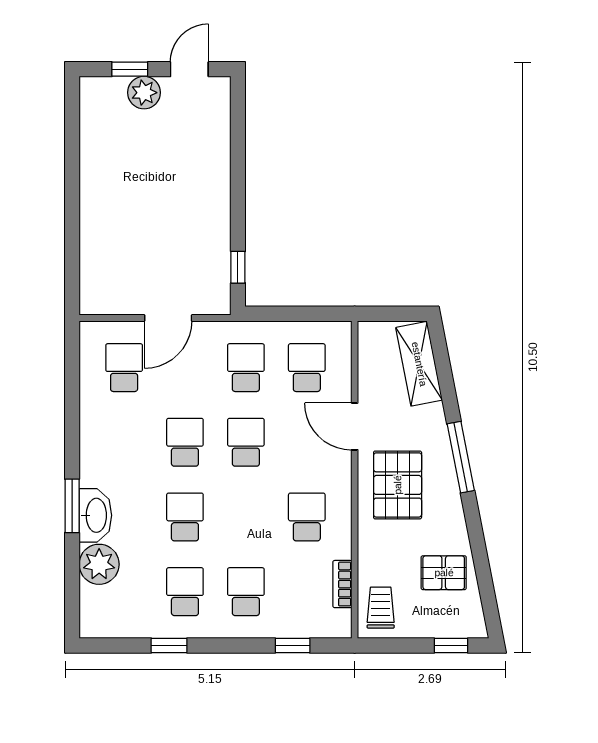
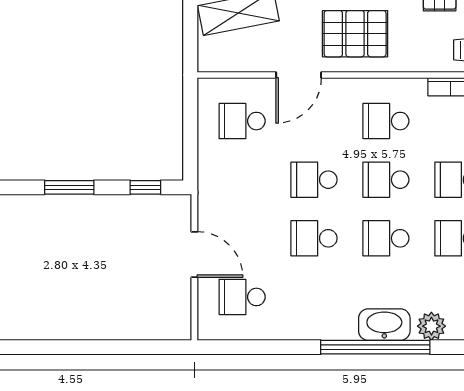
window: (238, 188) -> (69, 187), added
school desk: (246, 368) -> (386, 180), moved
window: (72, 506) -> (375, 347), width x2.11
plant: (99, 564) -> (431, 326), width x0.73, depth x0.73

